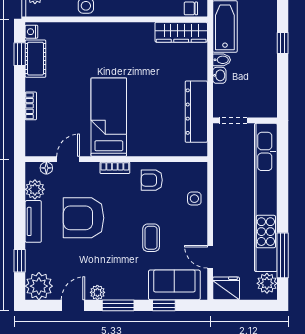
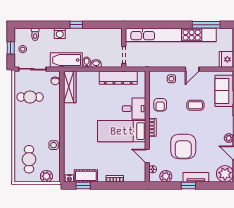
washing machine: (269, 16) -> (60, 33), added
desk: (146, 137) -> (134, 109), added
tv unit: (33, 221) -> (196, 177), moved
door: (210, 257) -> (192, 69), moved
window: (20, 261) -> (188, 186), moved
plant: (267, 283) -> (223, 34), removed

